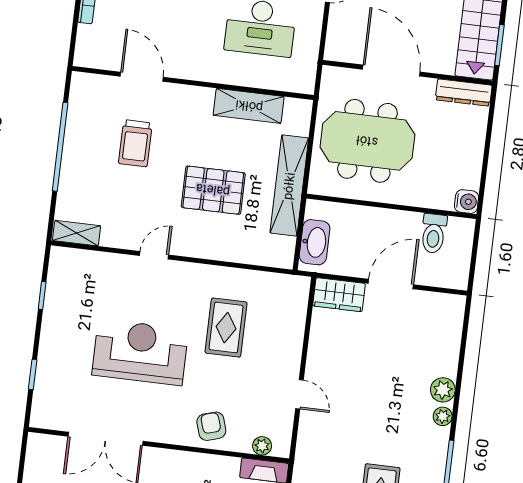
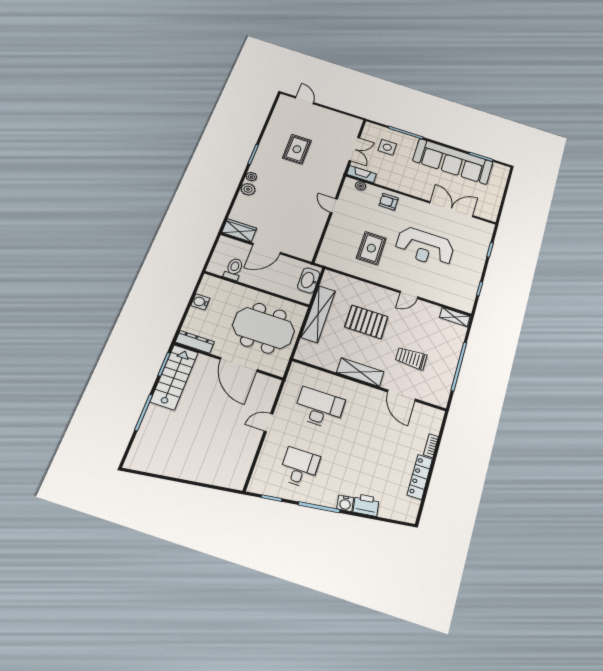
shelving: (249, 106) -> (360, 372), moved
trolley: (135, 143) -> (411, 358), turned -90
water cooler: (467, 202) -> (200, 302), moved
wardrobe: (339, 295) -> (239, 230), moved
armchair: (211, 426) -> (389, 202), turned 107

